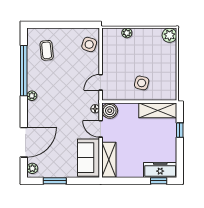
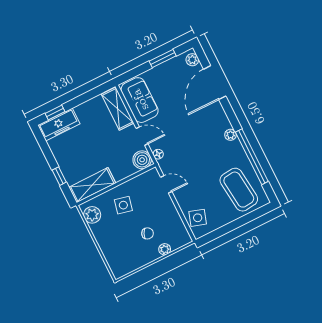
plant: (169, 35) -> (92, 215), moved
coffee table: (47, 50) -> (239, 190), width x1.86, depth x1.72
chair: (134, 52) -> (148, 233), added
door: (101, 82) -> (166, 184), hinge flipped

